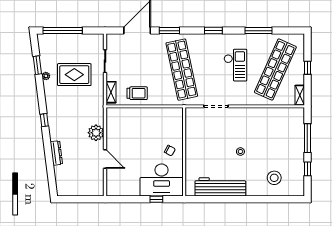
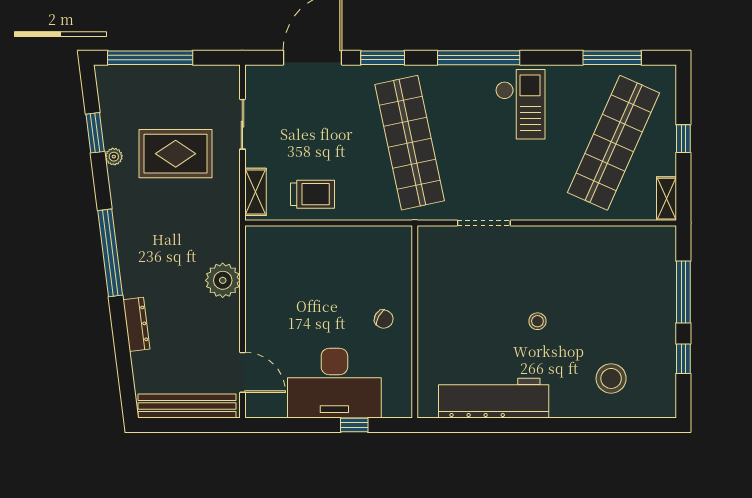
window: (213, 31) -> (479, 58), width x2.11
window: (259, 31) -> (612, 58), moved
checkout: (235, 65) -> (520, 104), moved
window: (44, 120) -> (110, 253), width x3.17
door: (105, 159) -> (242, 372), moved
desk: (162, 180) -> (334, 383), moved
bench: (79, 190) -> (187, 406), added

